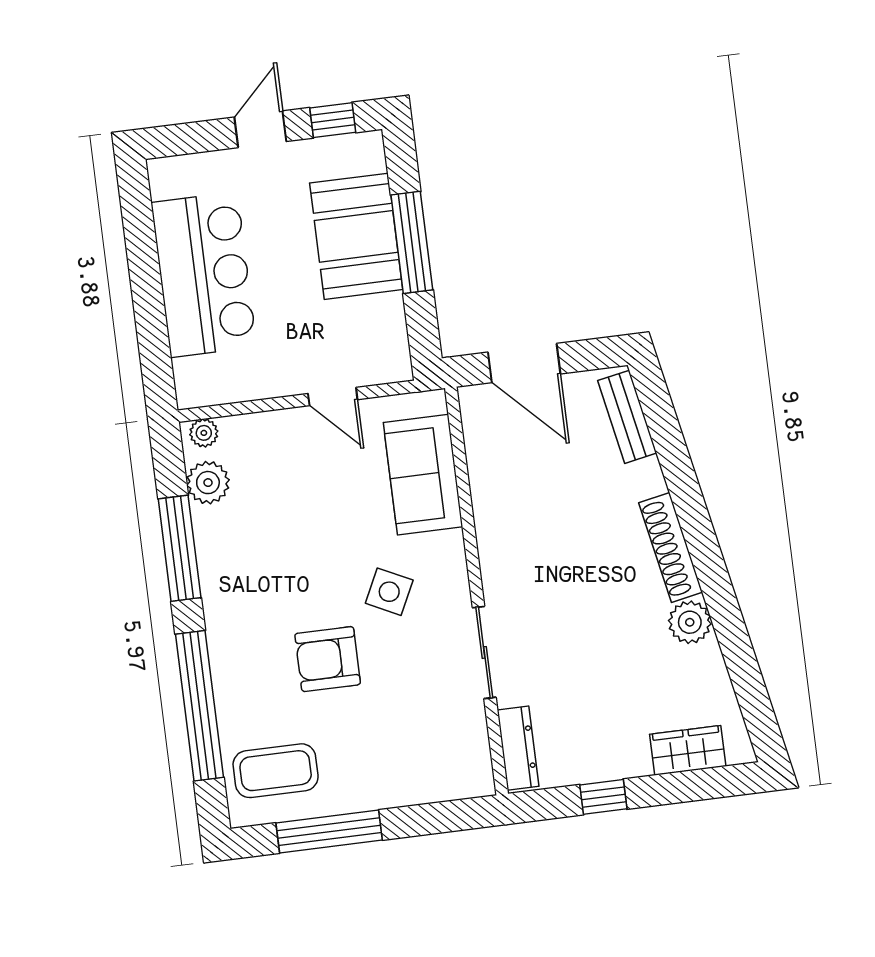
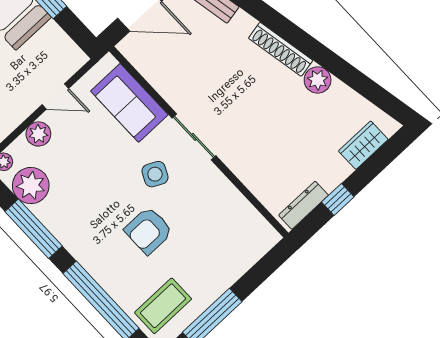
plant: (275, 429) -> (38, 134), added
plant: (208, 483) -> (31, 186), width x1.36, depth x1.36
sliding door: (484, 652) -> (194, 137), moved
dresser: (518, 748) -> (304, 205), moved, turned -90

